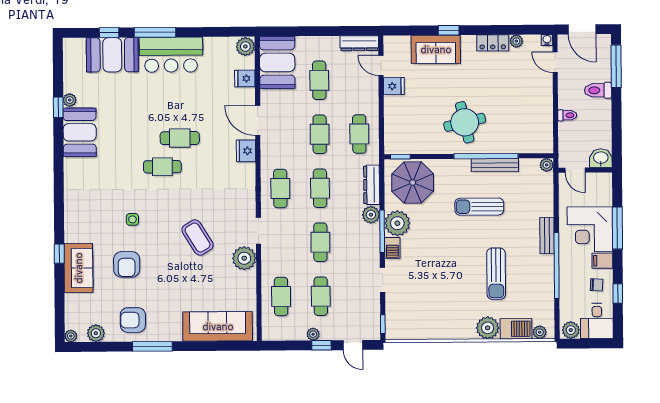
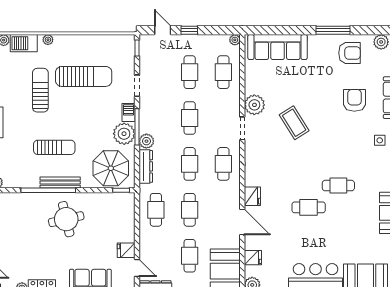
bench: (495, 165) -> (60, 183), moved
cafe table: (162, 167) -> (338, 186), moved
side table: (132, 219) -> (380, 140), moved
sun lounger: (445, 290) -> (84, 76), added
plant: (488, 328) -> (48, 40), width x0.53, depth x0.53
plant: (313, 334) -> (235, 40), moved

